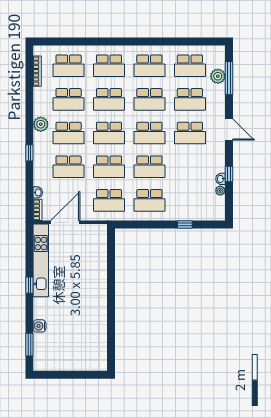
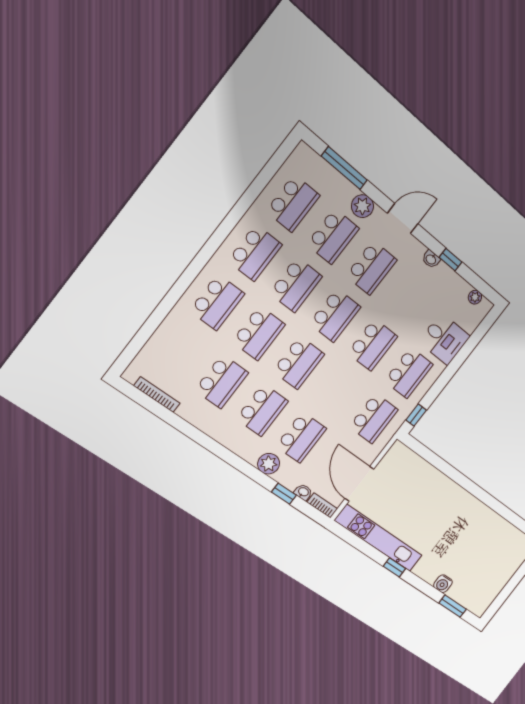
school desk: (69, 66) -> (179, 352), removed
plant: (218, 76) -> (362, 206), moved
plant: (41, 124) -> (269, 464), moved
window: (29, 153) -> (284, 494), moved
school desk: (109, 167) -> (337, 391), removed
washbasin: (221, 179) -> (431, 259), moved
plant: (220, 191) -> (475, 297), moved
desk: (184, 206) -> (444, 339), added
window: (185, 225) -> (416, 415), moved

